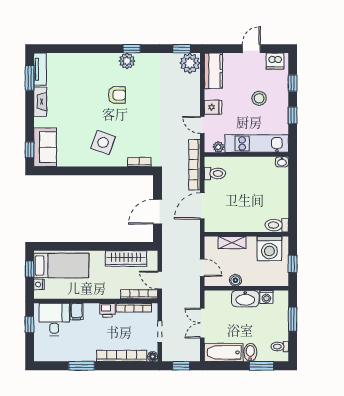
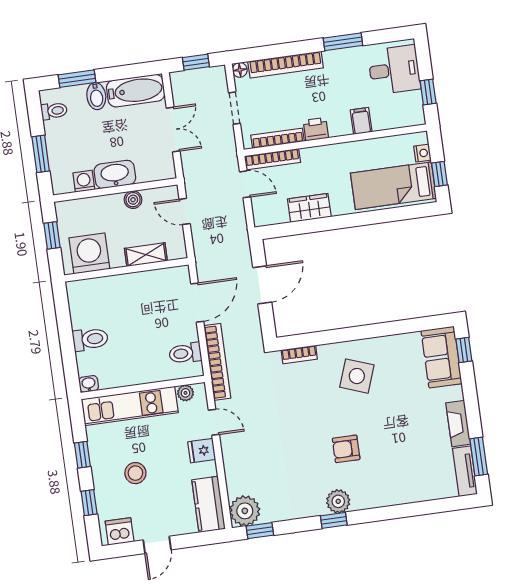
toilet: (277, 225) -> (90, 339), moved
wardrobe: (126, 259) -> (309, 208), width x0.67
desk: (54, 319) -> (394, 70), moved, turned -90

